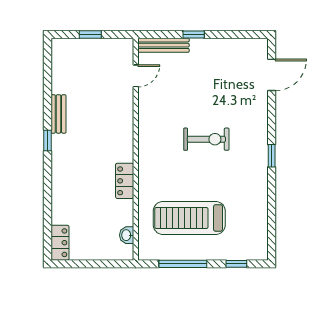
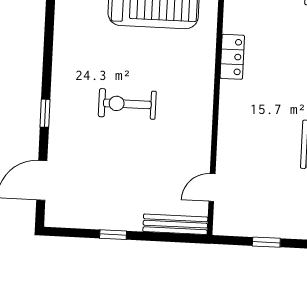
window: (194, 34) -> (113, 235), moved
window: (272, 156) -> (45, 113), moved

